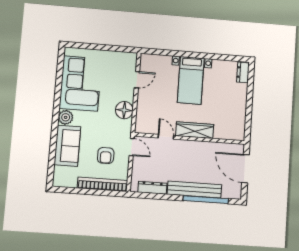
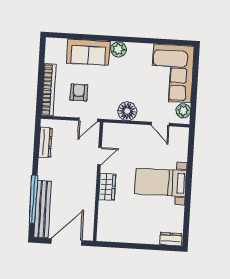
plant: (125, 58) -> (183, 111), added
corner sofa: (81, 83) -> (172, 73), moved, turned 90
wardrobe: (195, 130) -> (107, 187), width x0.67
armchair: (106, 156) -> (79, 92), turned 90
bench: (194, 189) -> (43, 209), moved

